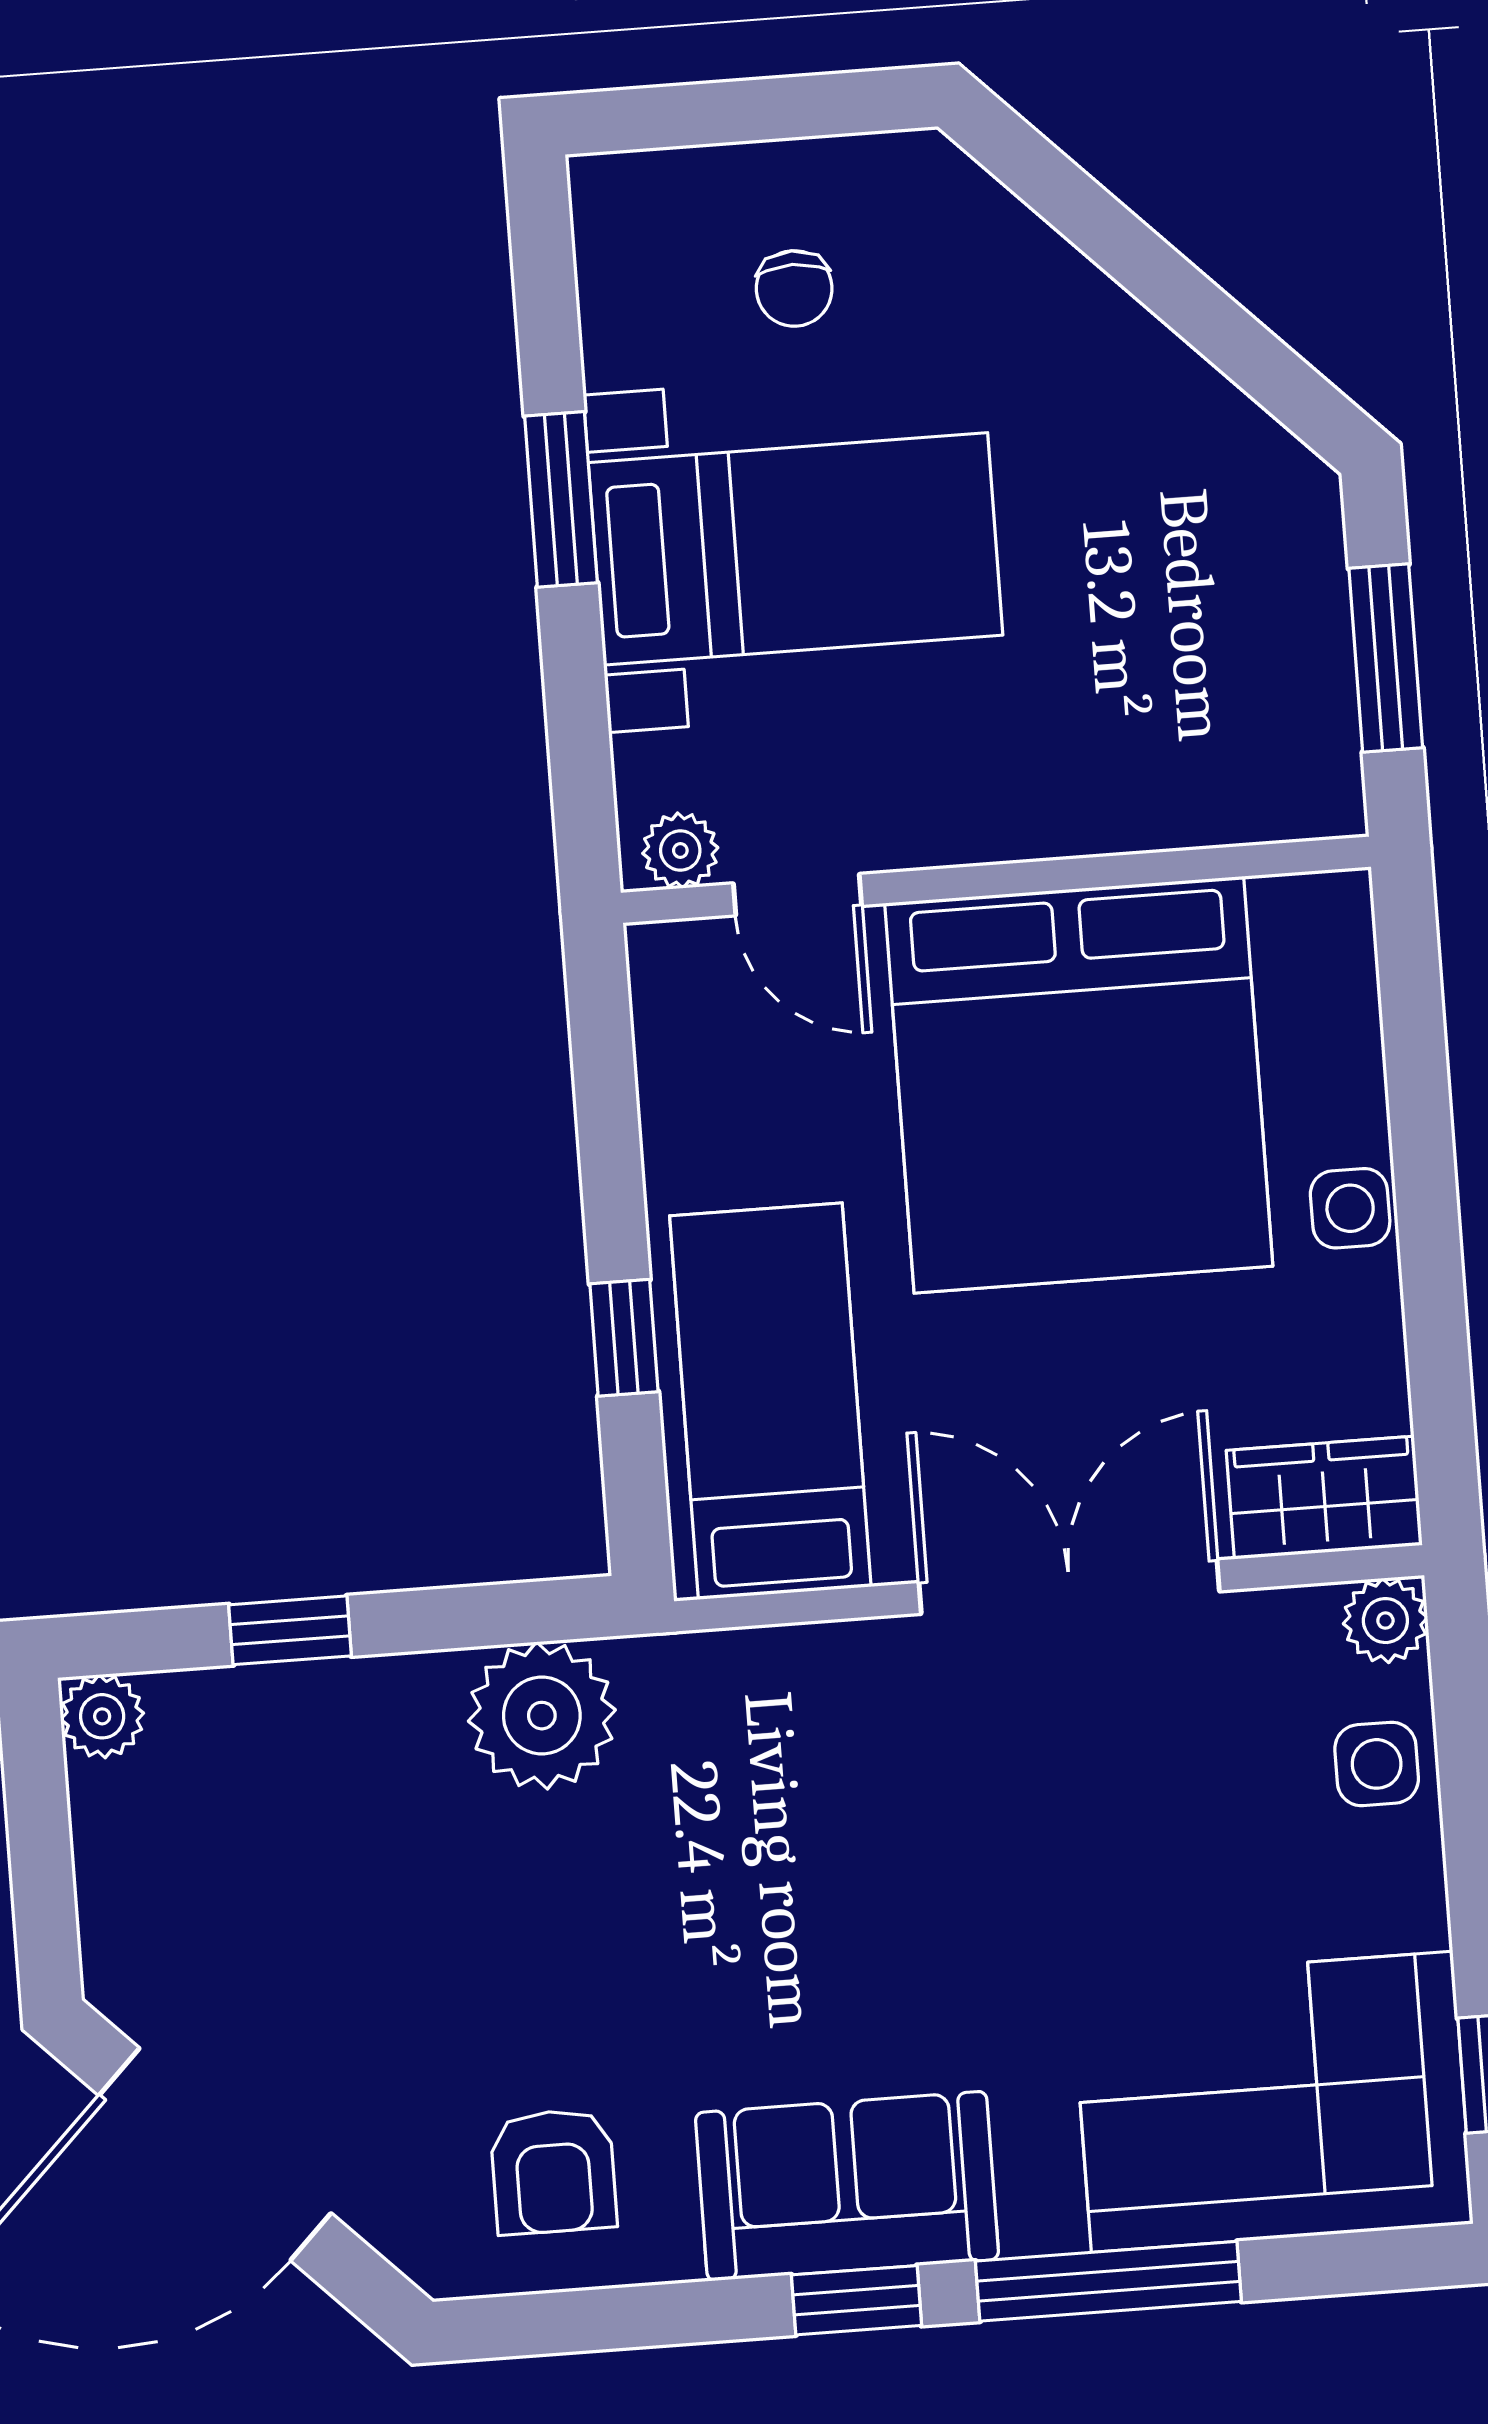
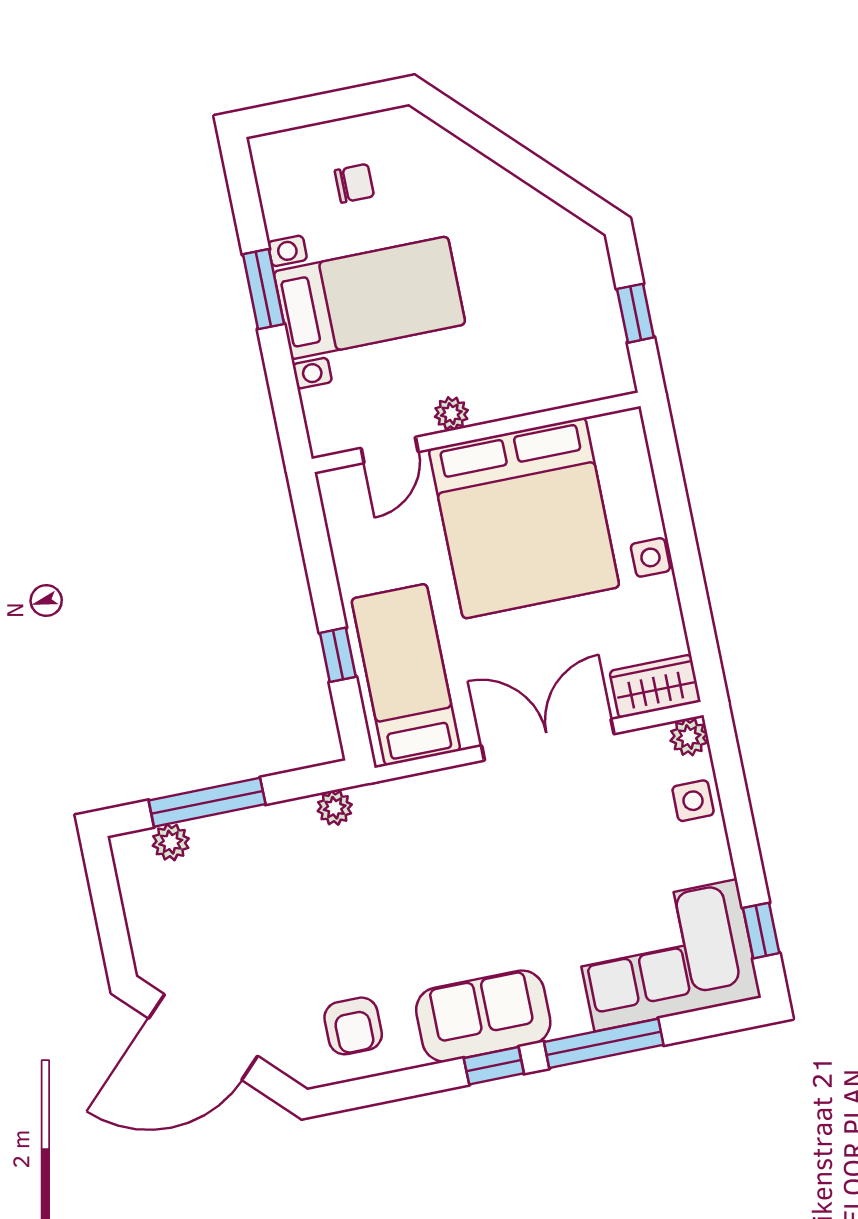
chair: (794, 288) -> (354, 183), turned -90
window: (1386, 658) -> (635, 313), width x0.67
plant: (680, 850) -> (451, 414), moved
door: (797, 895) -> (390, 450), hinge flipped
window: (290, 1630) -> (207, 802), width x2.17
plant: (102, 1716) -> (171, 842), moved
plant: (542, 1716) -> (335, 808), width x0.53, depth x0.53

